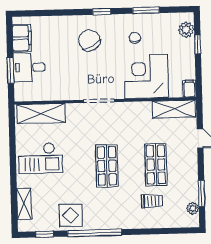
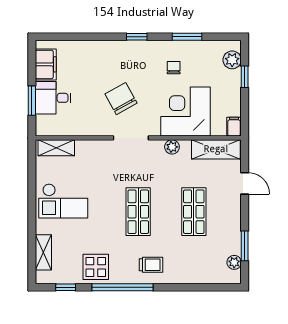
chair: (89, 40) -> (121, 99), moved
plant: (135, 108) -> (172, 147), added
shelving: (41, 114) -> (56, 148), width x0.67, depth x0.75
trolley: (152, 201) -> (151, 265), moved

